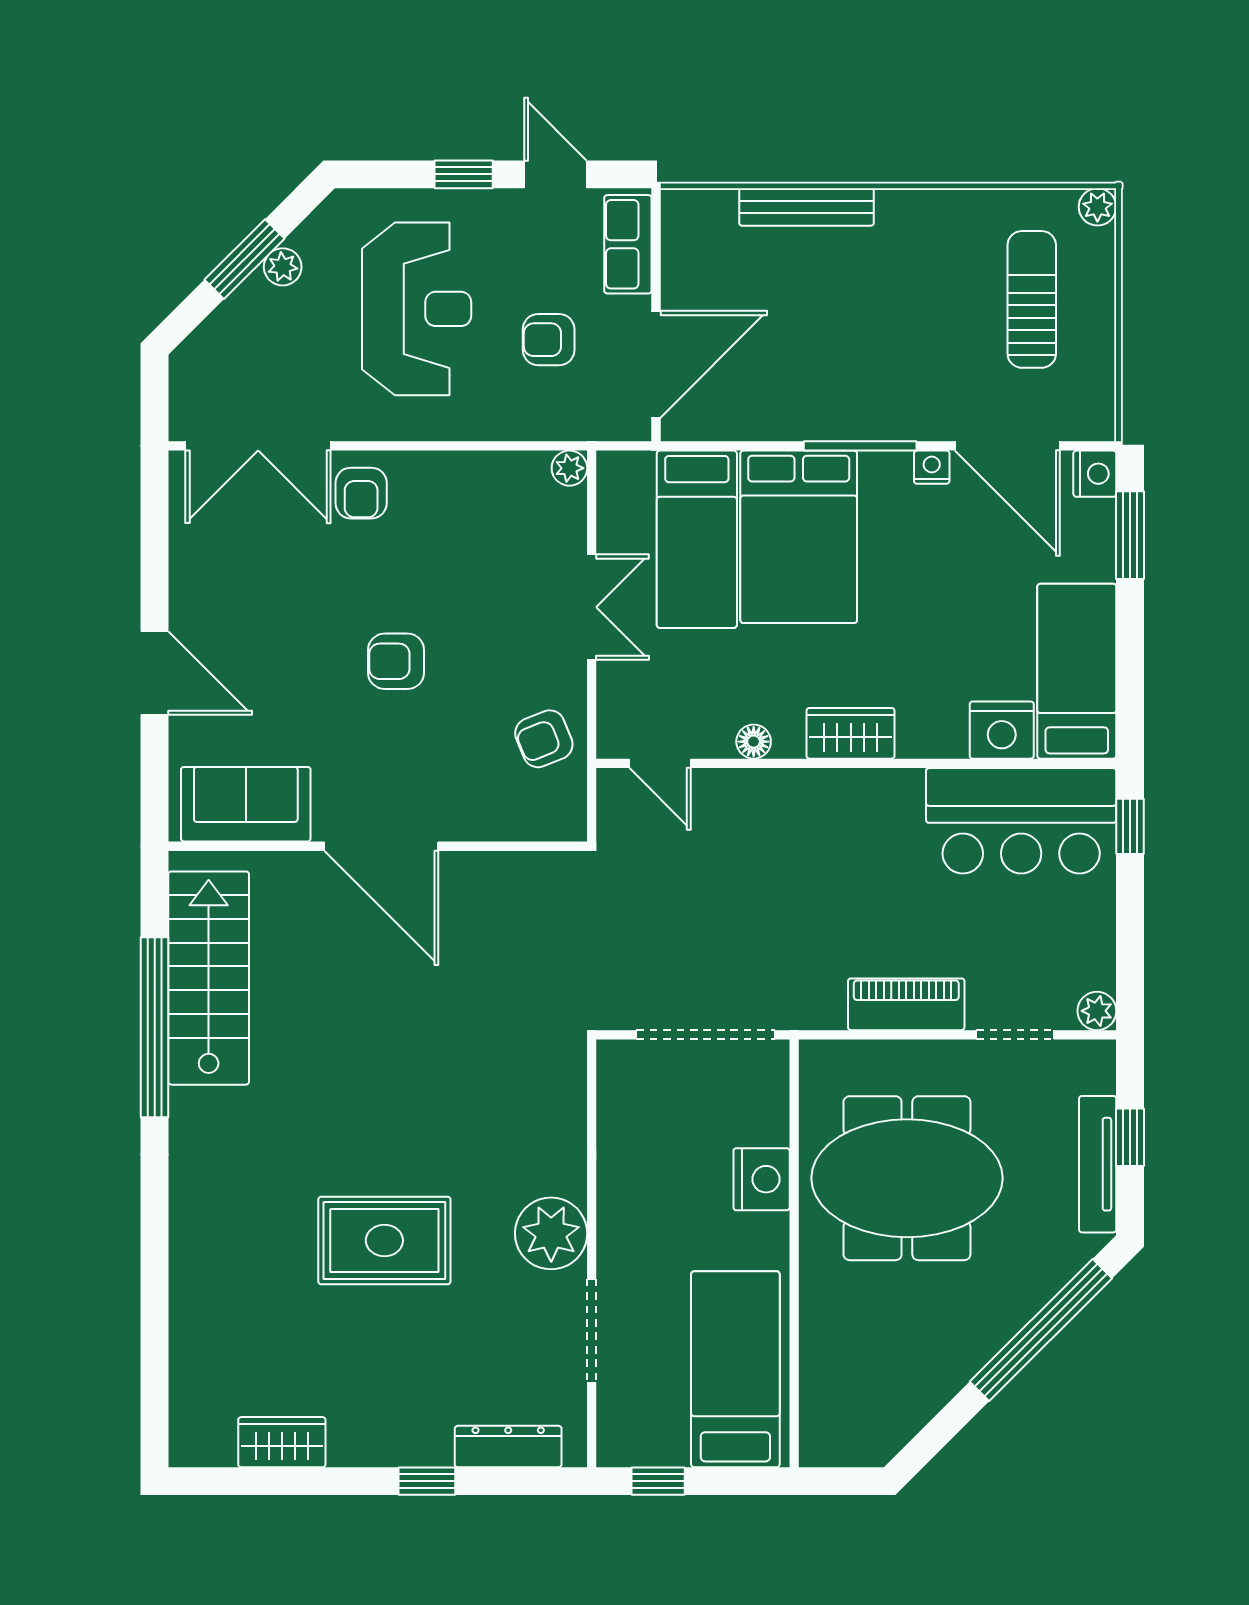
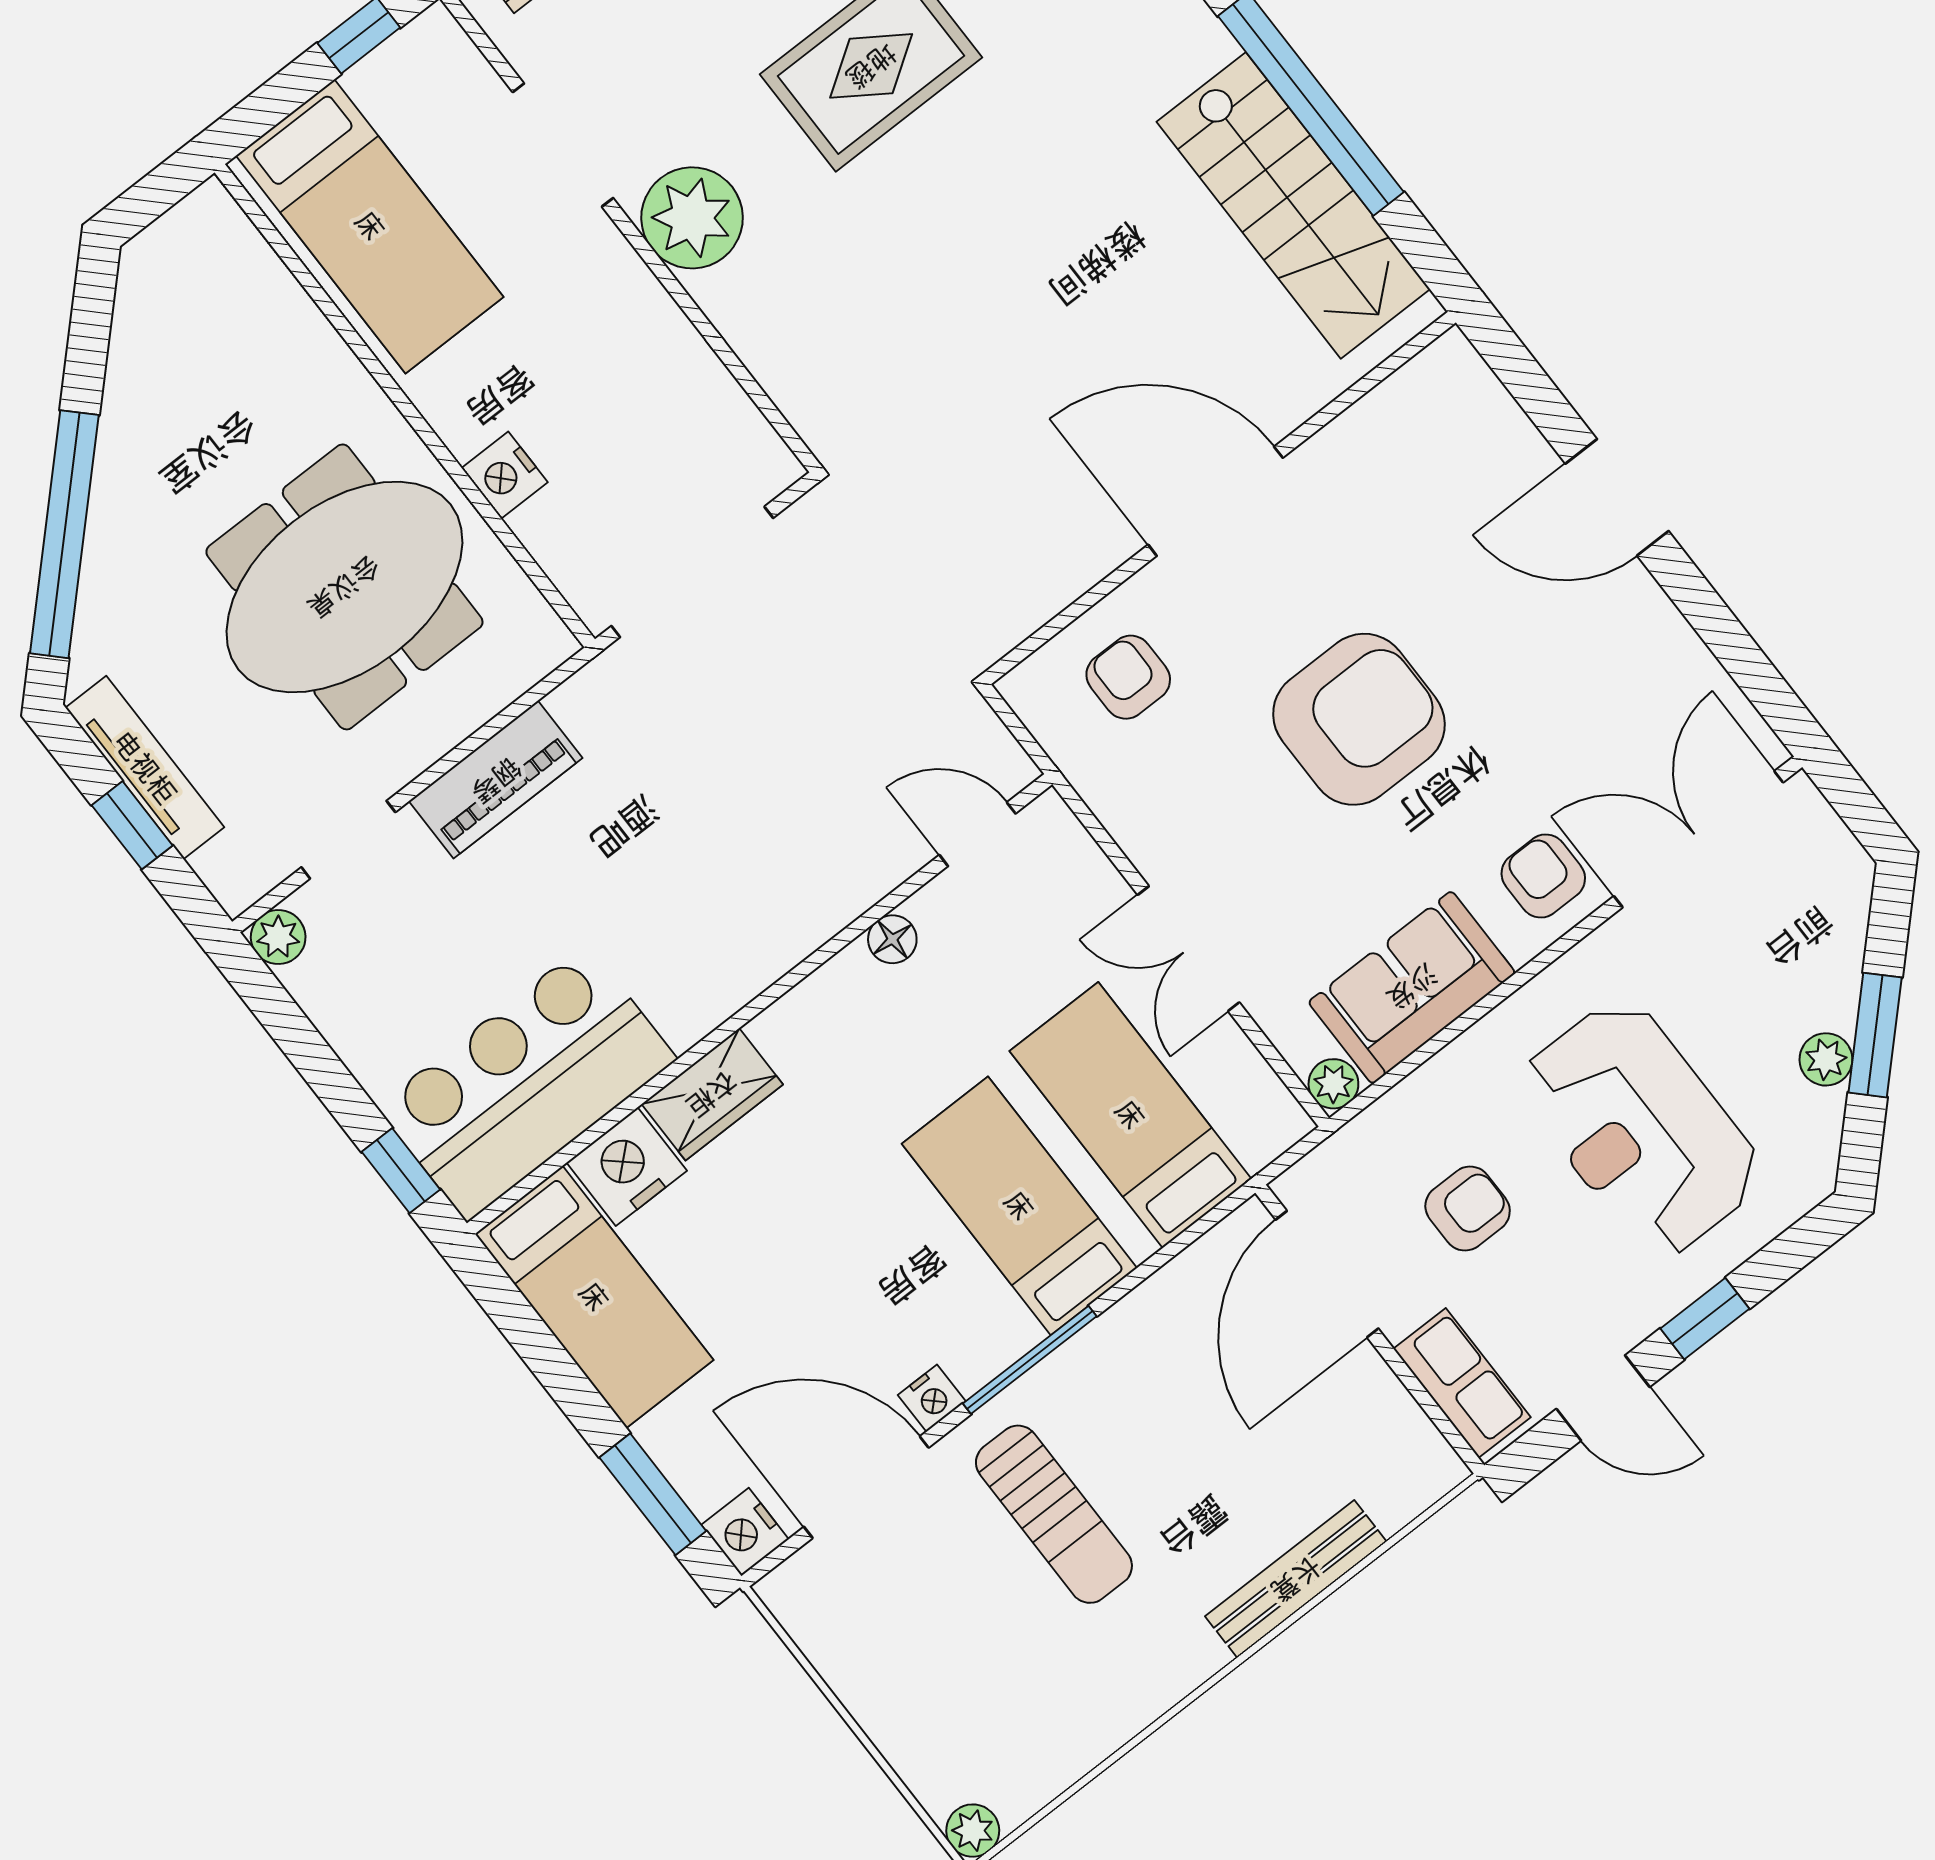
sun lounger: (1032, 299) -> (1054, 1514), moved
bed: (799, 537) -> (1019, 1206), width x0.67
armchair: (396, 661) -> (1359, 719), width x1.88, depth x1.88
wardrobe: (851, 733) -> (712, 1094), moved
armchair: (544, 739) -> (1128, 677), moved, turned -68
sofa: (246, 804) -> (1412, 987), moved, turned 180
nightstand: (762, 1179) -> (505, 475), width x0.74, depth x0.75

